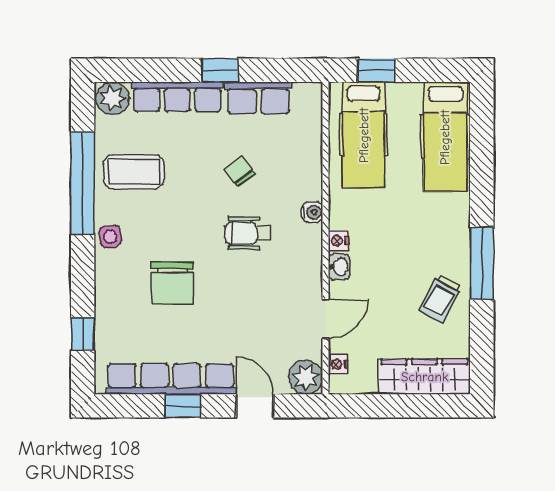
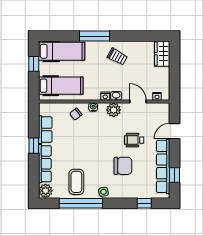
window: (376, 70) -> (34, 64), moved
chair: (240, 171) -> (76, 114), moved
wheelchair: (248, 233) -> (134, 140), moved, turned 90
window: (482, 264) -> (94, 36), moved
trolley: (441, 298) -> (117, 57), moved
plant: (306, 377) -> (114, 110), moved
wardrobe: (425, 377) -> (162, 54), width x0.67
window: (183, 406) -> (174, 175), moved

